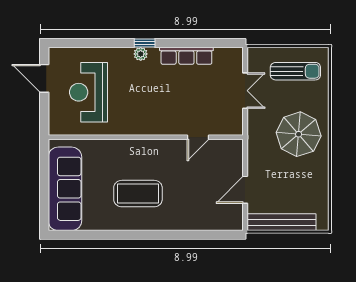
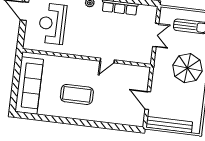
door: (198, 137) -> (107, 60), moved
door: (245, 190) -> (148, 101), hinge flipped

